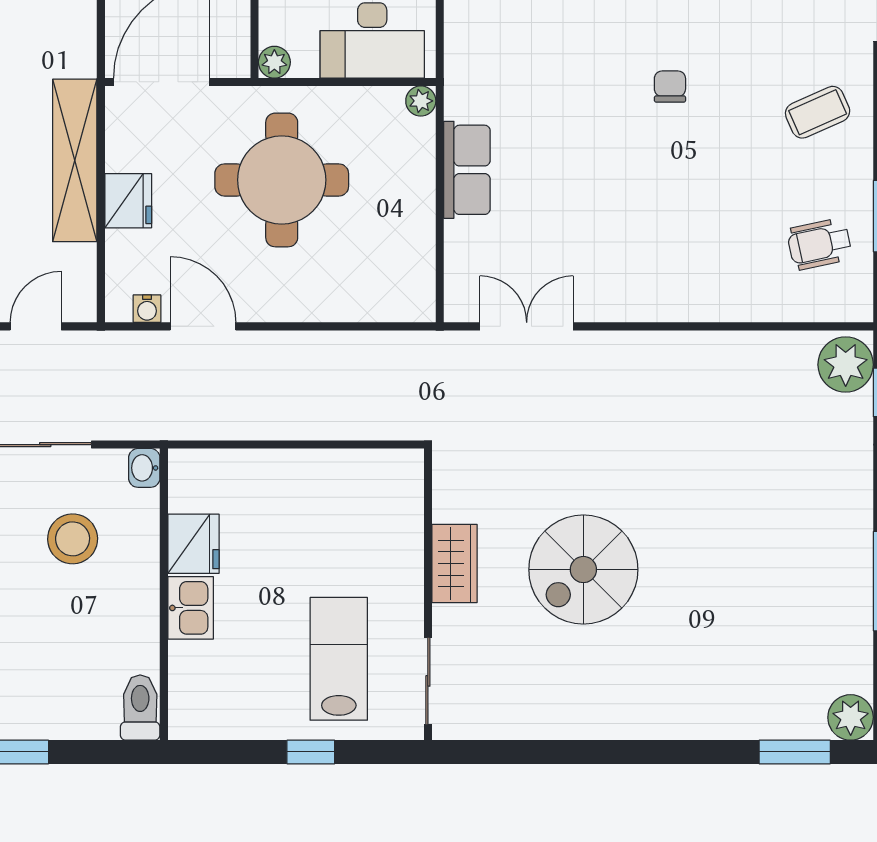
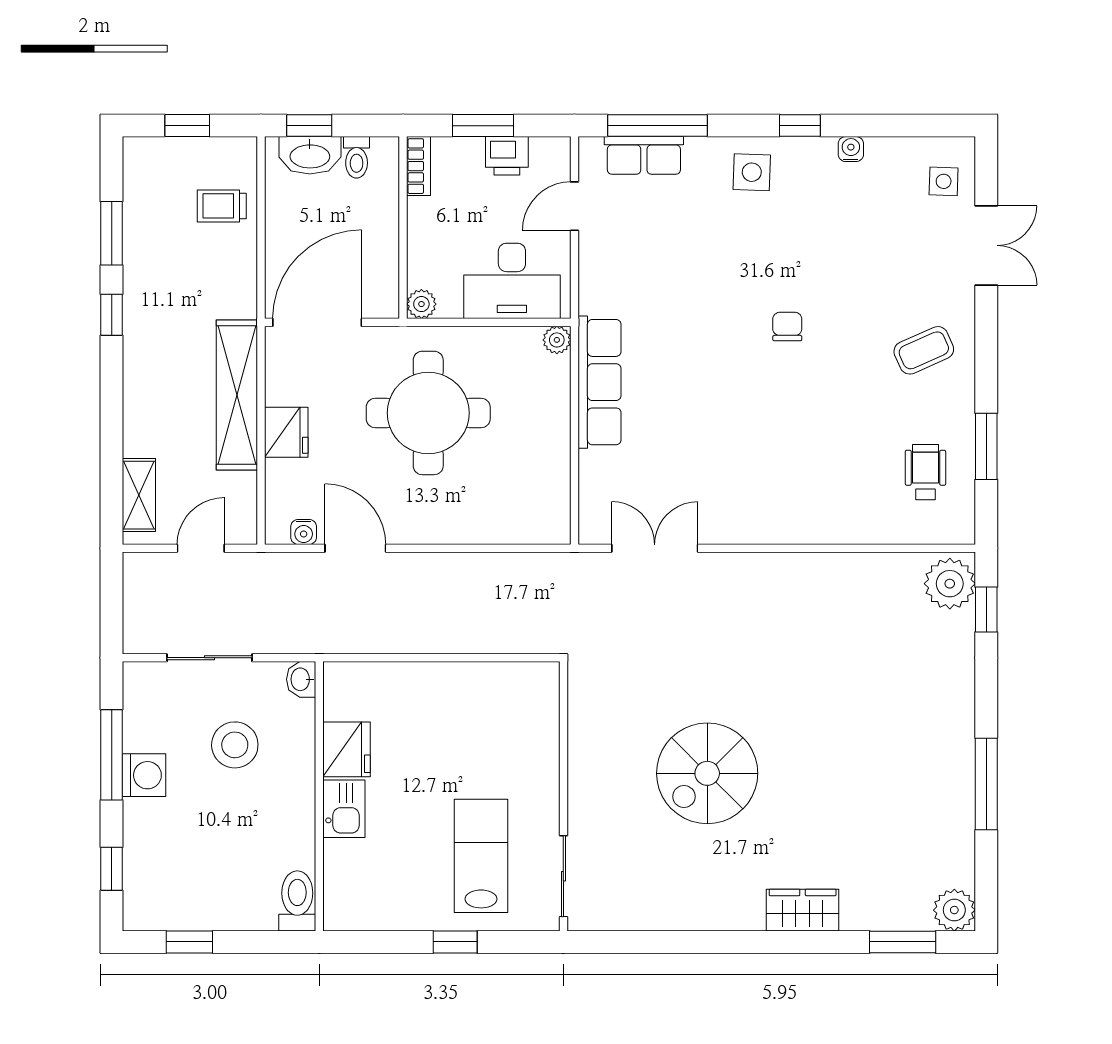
row of seats: (467, 170) -> (599, 382), width x1.48
wheelchair: (819, 244) -> (925, 472), turned 102
wardrobe: (455, 563) -> (803, 910), moved, turned -90

